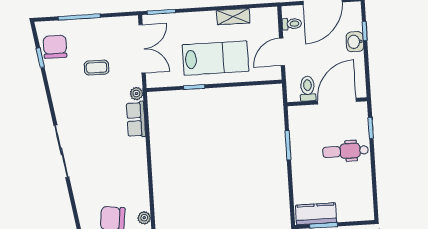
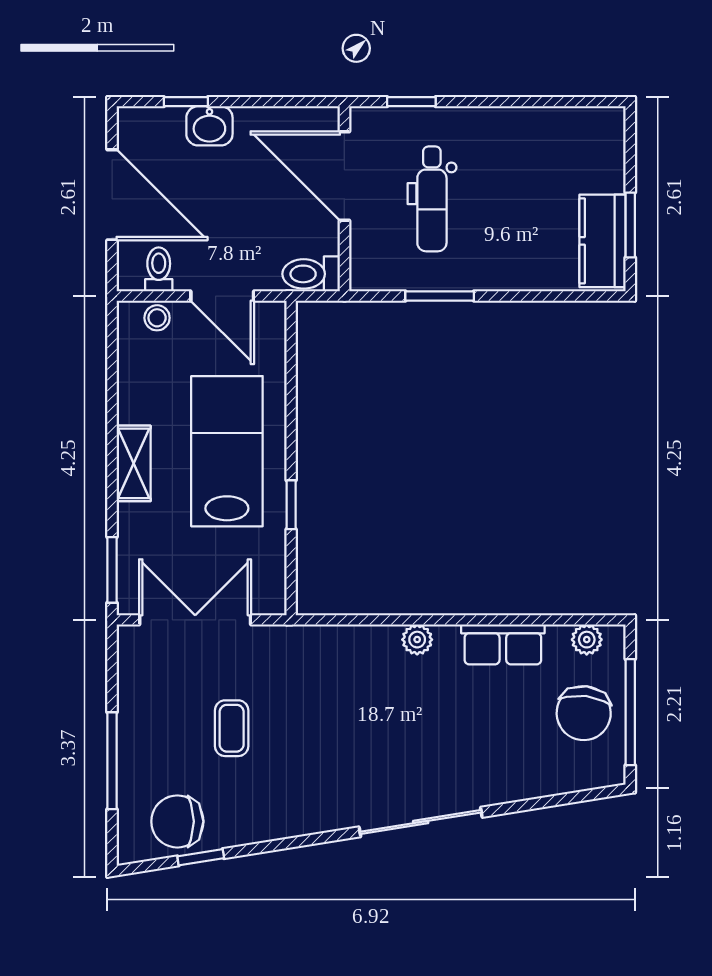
shelving: (233, 17) -> (134, 463), moved
stool: (271, 24) -> (157, 318), added
toilet: (308, 89) -> (311, 274), moved
plant: (136, 94) -> (417, 640), moved
row of seats: (136, 119) -> (503, 644), moved
dental chair: (346, 151) -> (432, 199), moved

